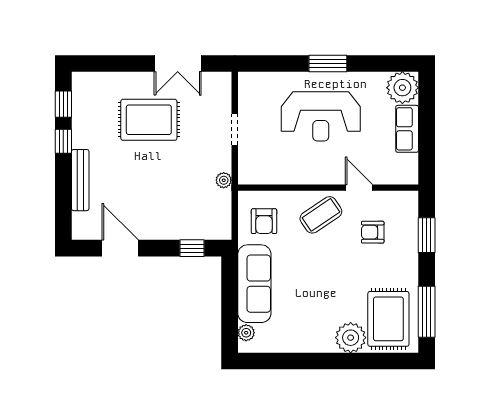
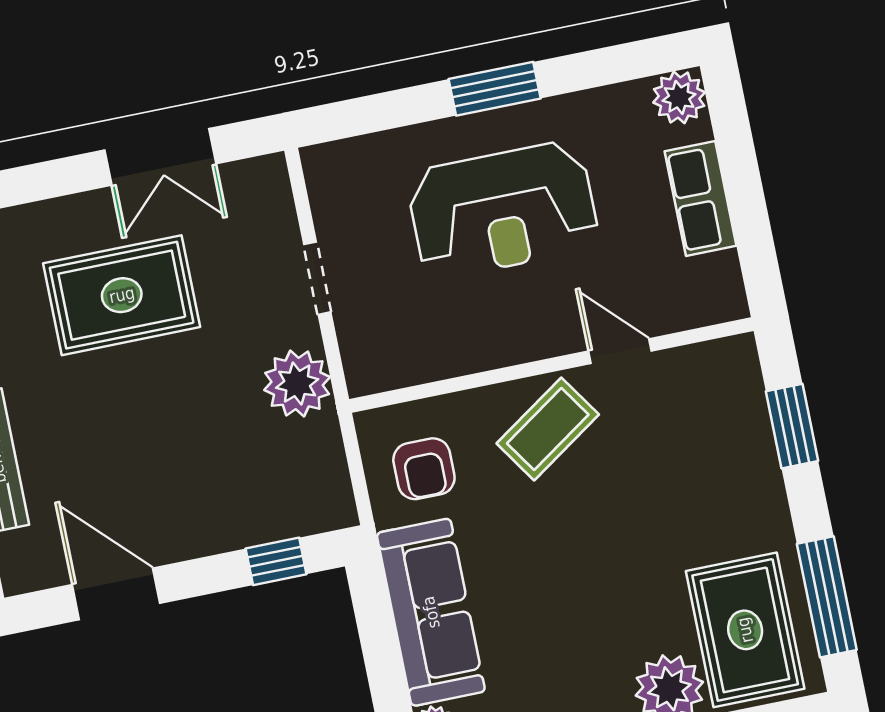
plant: (402, 88) -> (679, 97), width x0.73, depth x0.73
plant: (224, 180) -> (297, 383), width x1.87, depth x1.87
armchair: (373, 232) -> (671, 444), removed

